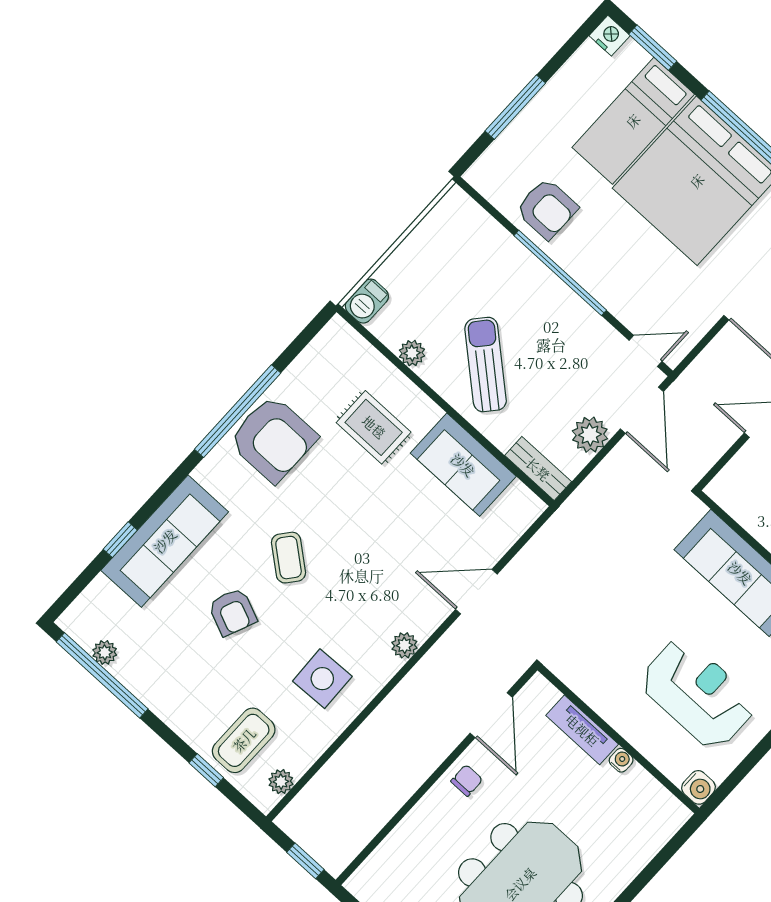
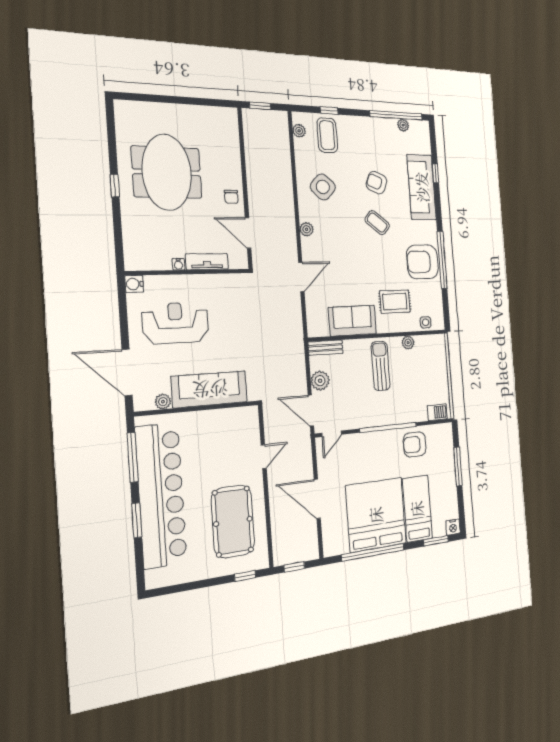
barbecue: (367, 301) -> (437, 412), moved, turned 90
side table: (356, 353) -> (426, 322), added
sun lounger: (486, 365) -> (381, 366), turned -131
side table: (322, 679) -> (323, 187), turned 45
reception desk: (698, 694) -> (176, 323), turned 180

